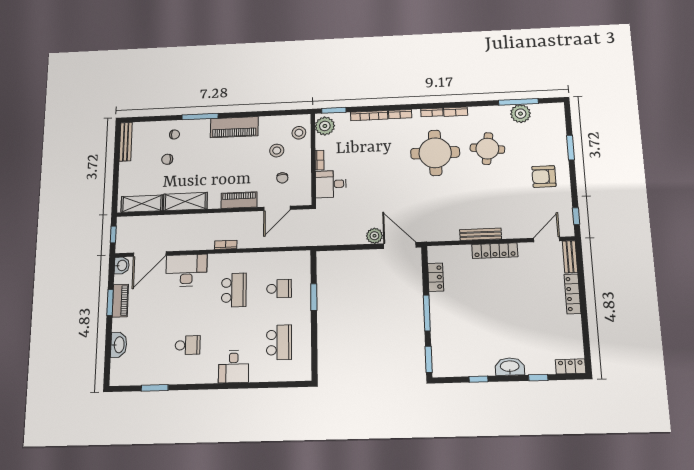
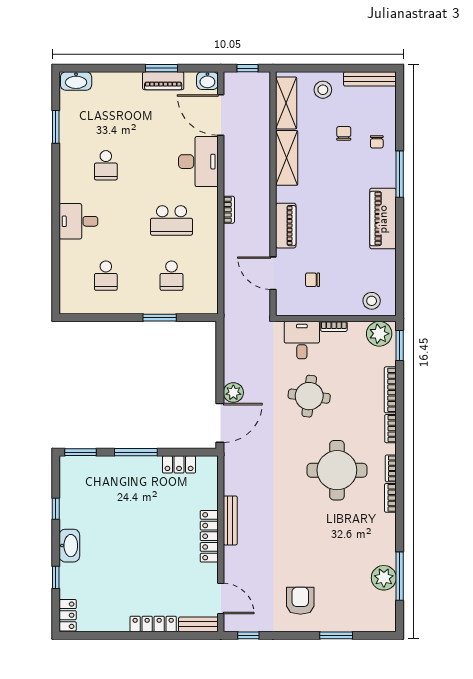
round table: (487, 149) -> (309, 396), moved
stool: (277, 151) -> (323, 90), moved
school desk: (279, 342) -> (106, 276), width x0.54
washbasin: (119, 345) -> (76, 81), moved

